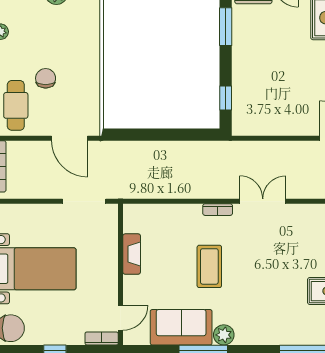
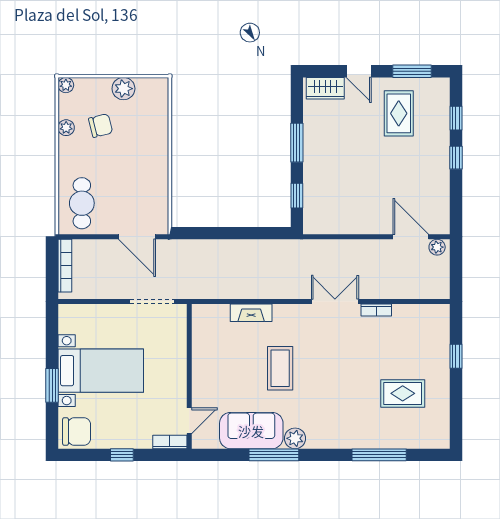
window: (226, 27) -> (297, 143), moved
chair: (46, 78) -> (101, 126), moved, turned 76
bookcase: (218, 210) -> (376, 310), moved
fireplace: (132, 254) -> (251, 313), moved, turned 90

